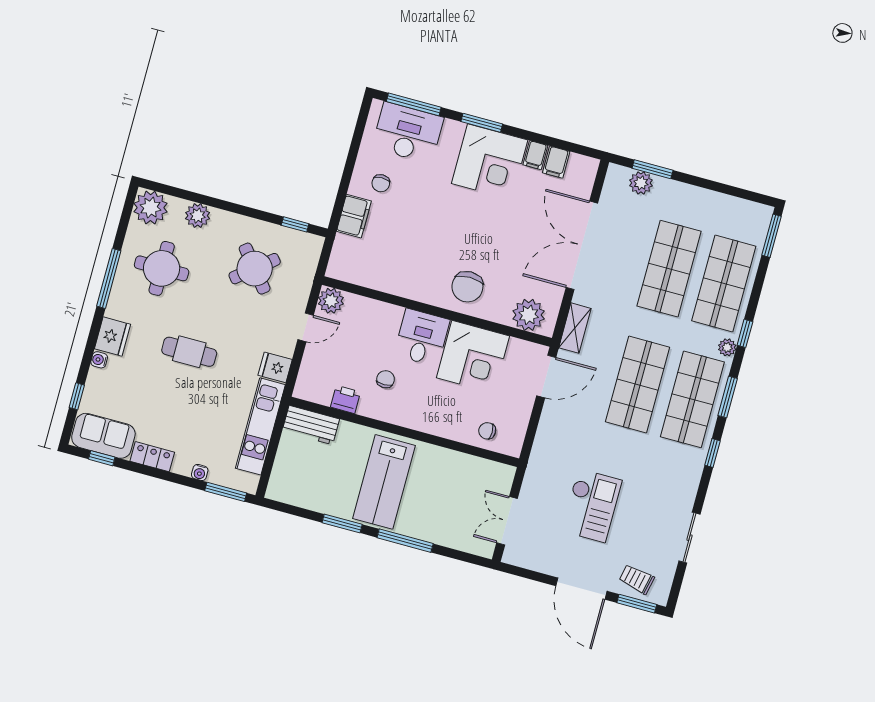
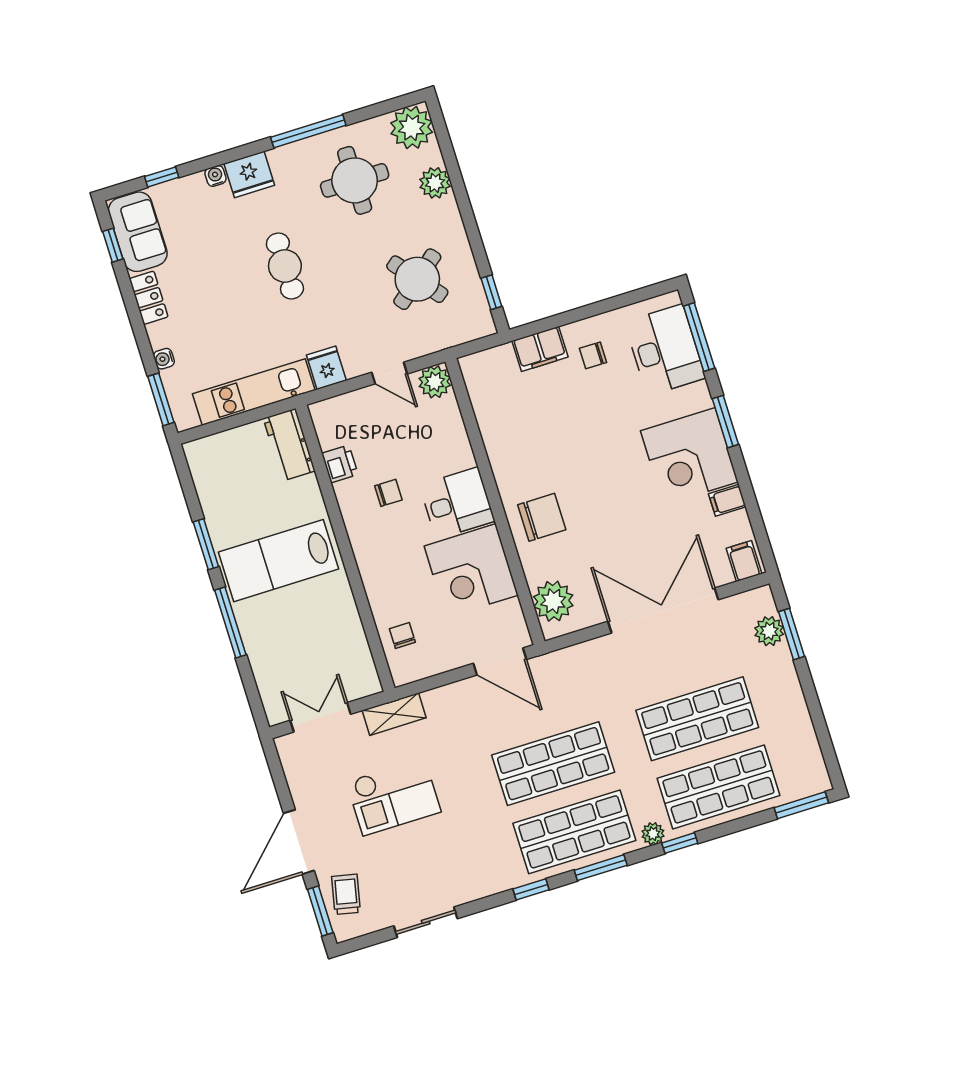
filing cabinet: (556, 162) -> (744, 561), moved, turned 90
chair: (467, 287) -> (542, 517), turned 180
shelving: (575, 328) -> (394, 714), moved

